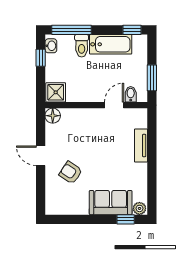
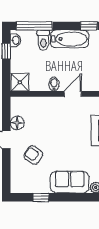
bidet: (131, 94) -> (54, 84), moved
floor lamp: (53, 116) -> (17, 123), moved
window: (126, 219) -> (41, 197), moved

